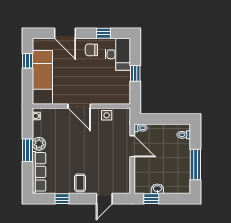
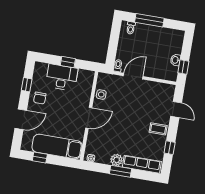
desk: (118, 54) -> (62, 77), moved
window: (195, 164) -> (149, 20), moved

